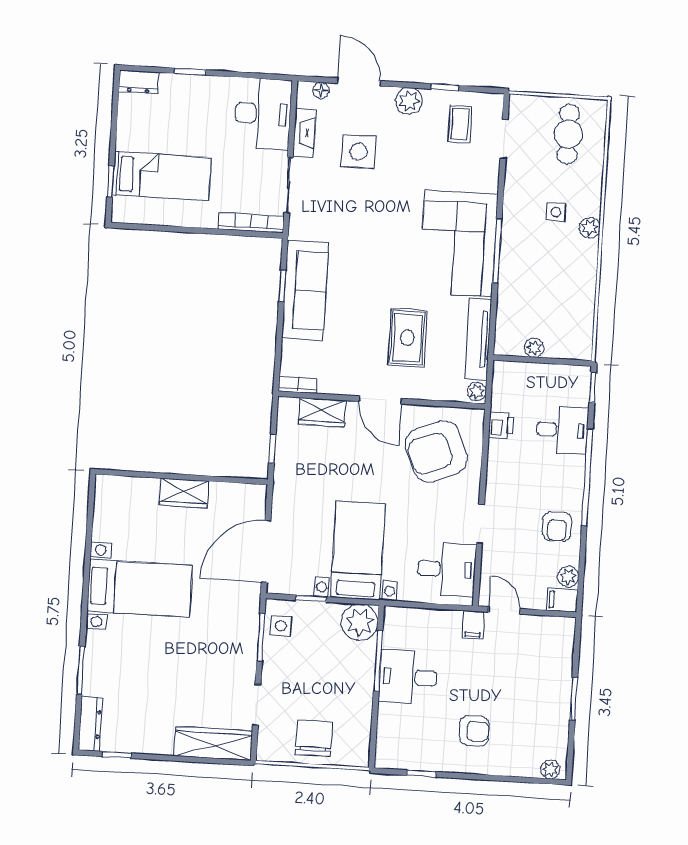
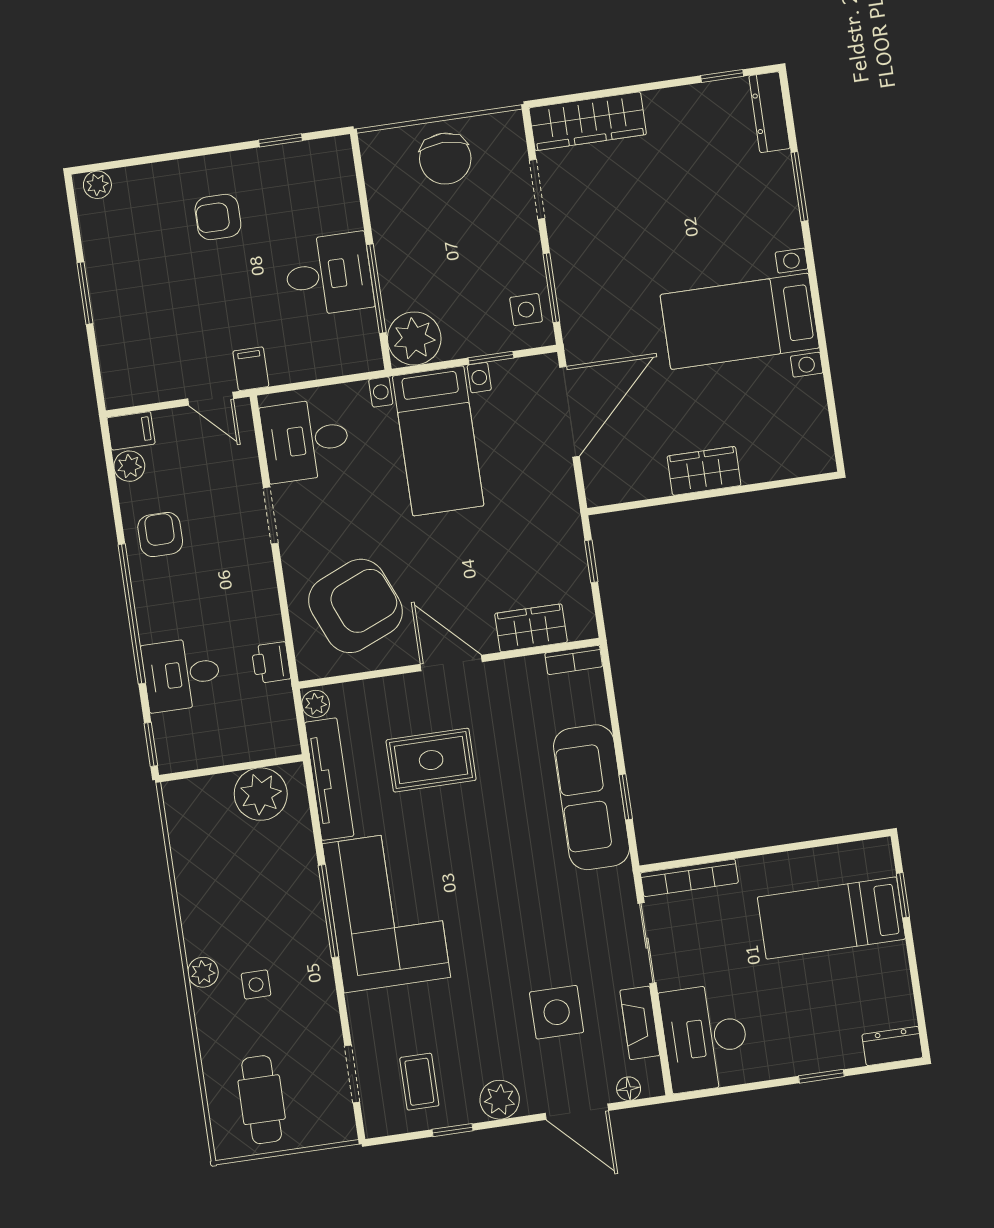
rug: (407, 338) -> (431, 760), turned 90
plant: (534, 348) -> (261, 794), width x1.88, depth x1.88

